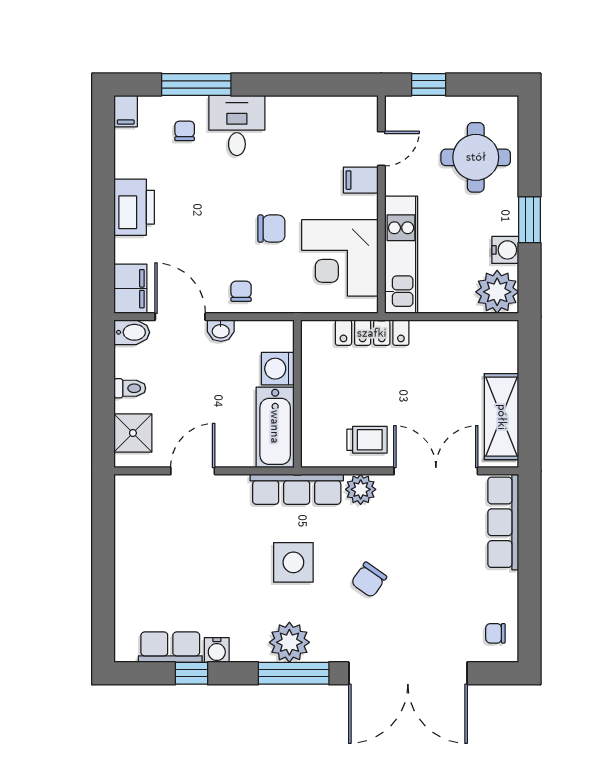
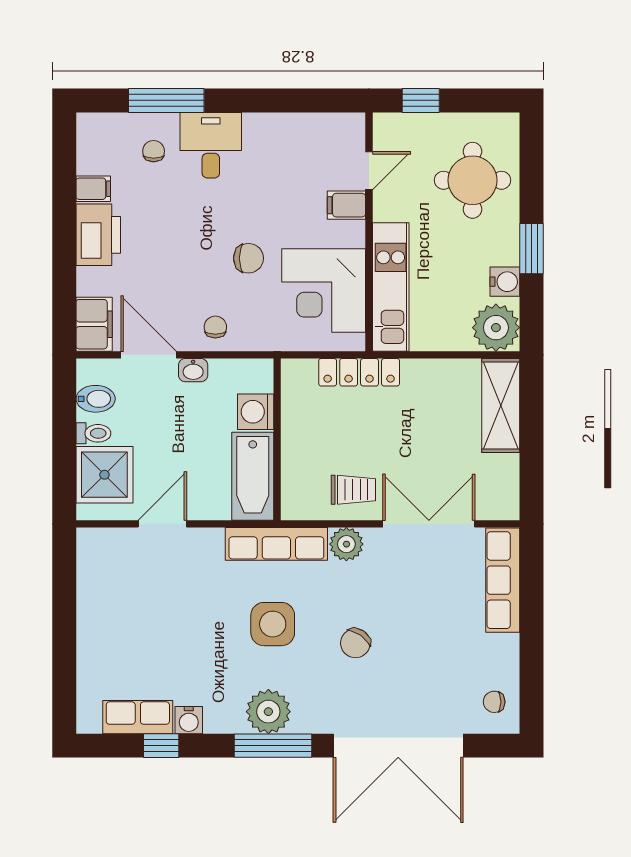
filing cabinet: (126, 111) -> (93, 189), moved, turned -90
bidet: (132, 332) -> (96, 399), moved
shelving: (502, 417) -> (501, 405), moved
shower: (133, 433) -> (104, 475), width x1.36, depth x1.36

